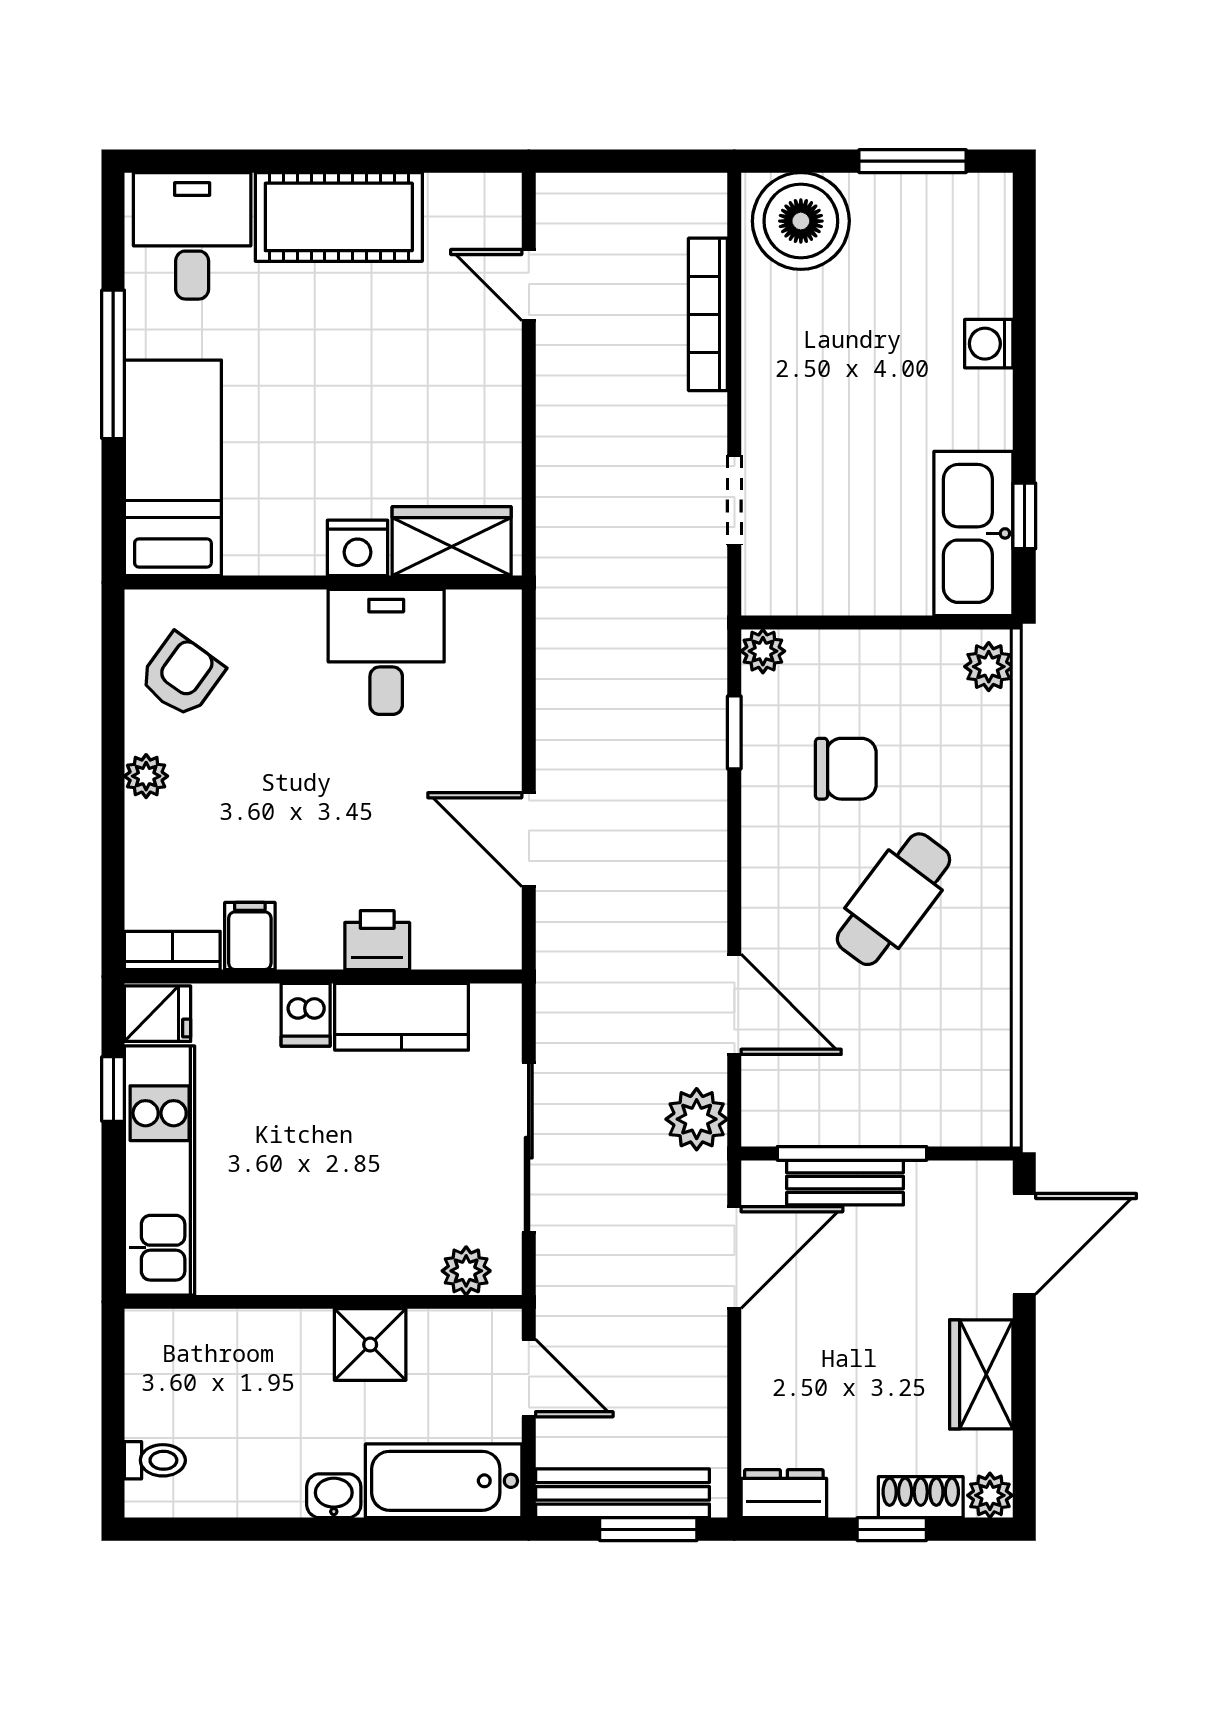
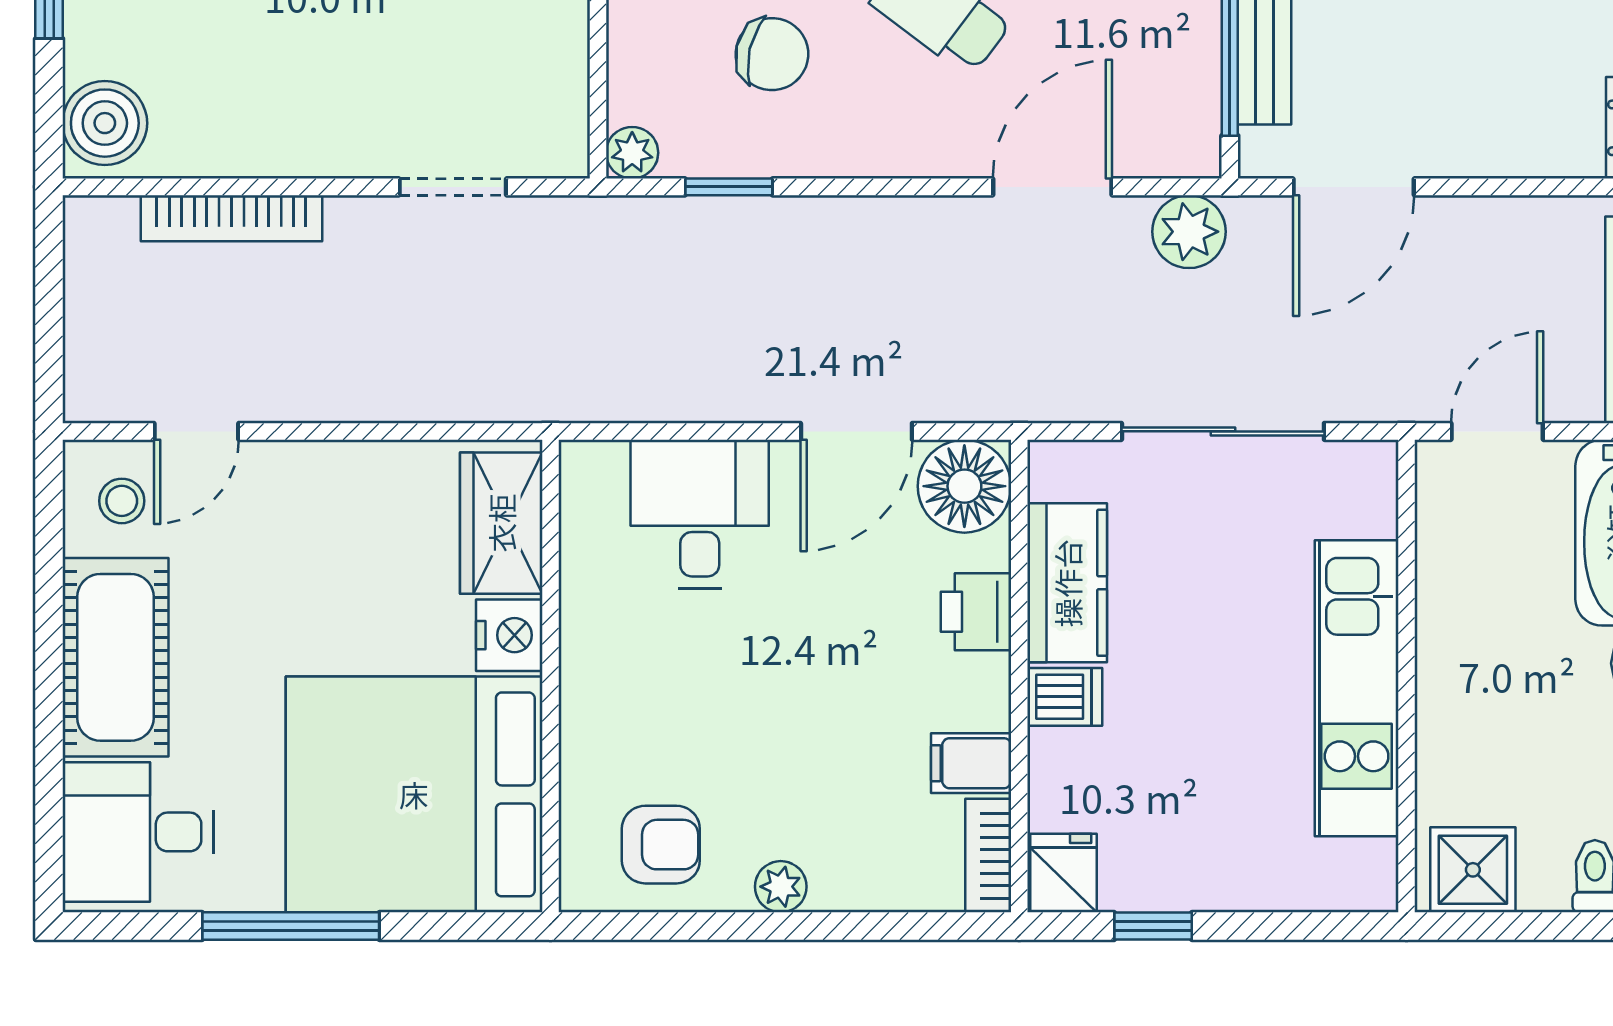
boiler: (801, 221) -> (105, 123), width x0.73, depth x0.73
stool: (470, 222) -> (122, 501), added
bed: (173, 468) -> (414, 794), width x2.04
desk: (386, 652) -> (700, 514), moved, turned 90
armchair: (181, 675) -> (661, 845), turned 144
chair: (846, 769) -> (772, 54), turned 103
floor lamp: (483, 930) -> (964, 486), added
kitchen unit: (160, 1171) -> (1357, 688), moved, turned -90
door: (734, 1257) -> (1354, 187), swing flipped
plant: (466, 1271) -> (1370, 506), removed
shower: (370, 1345) -> (1473, 870), moved

